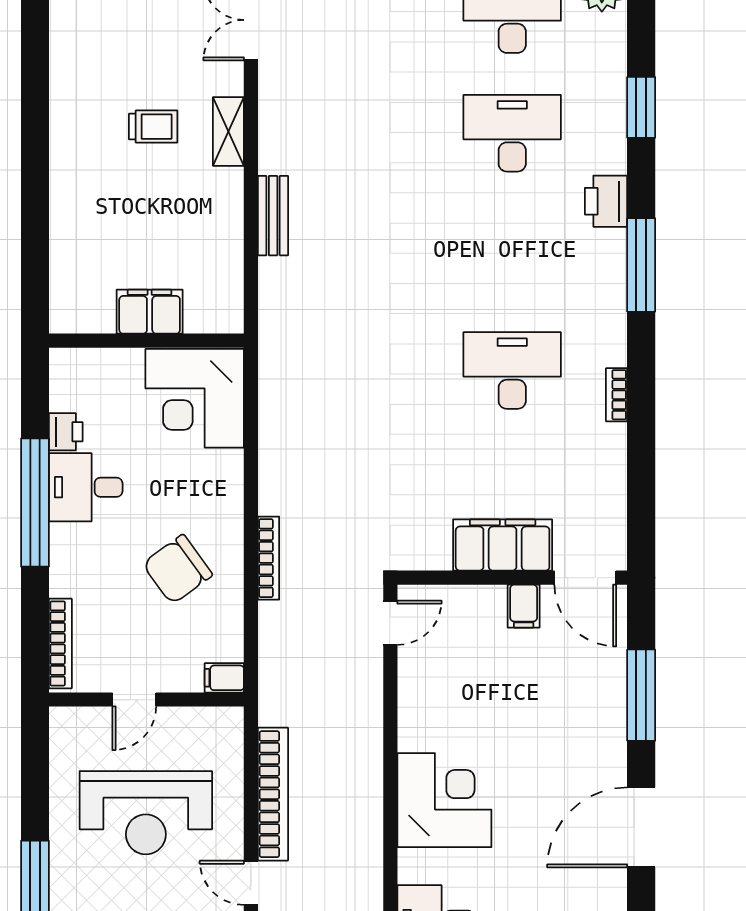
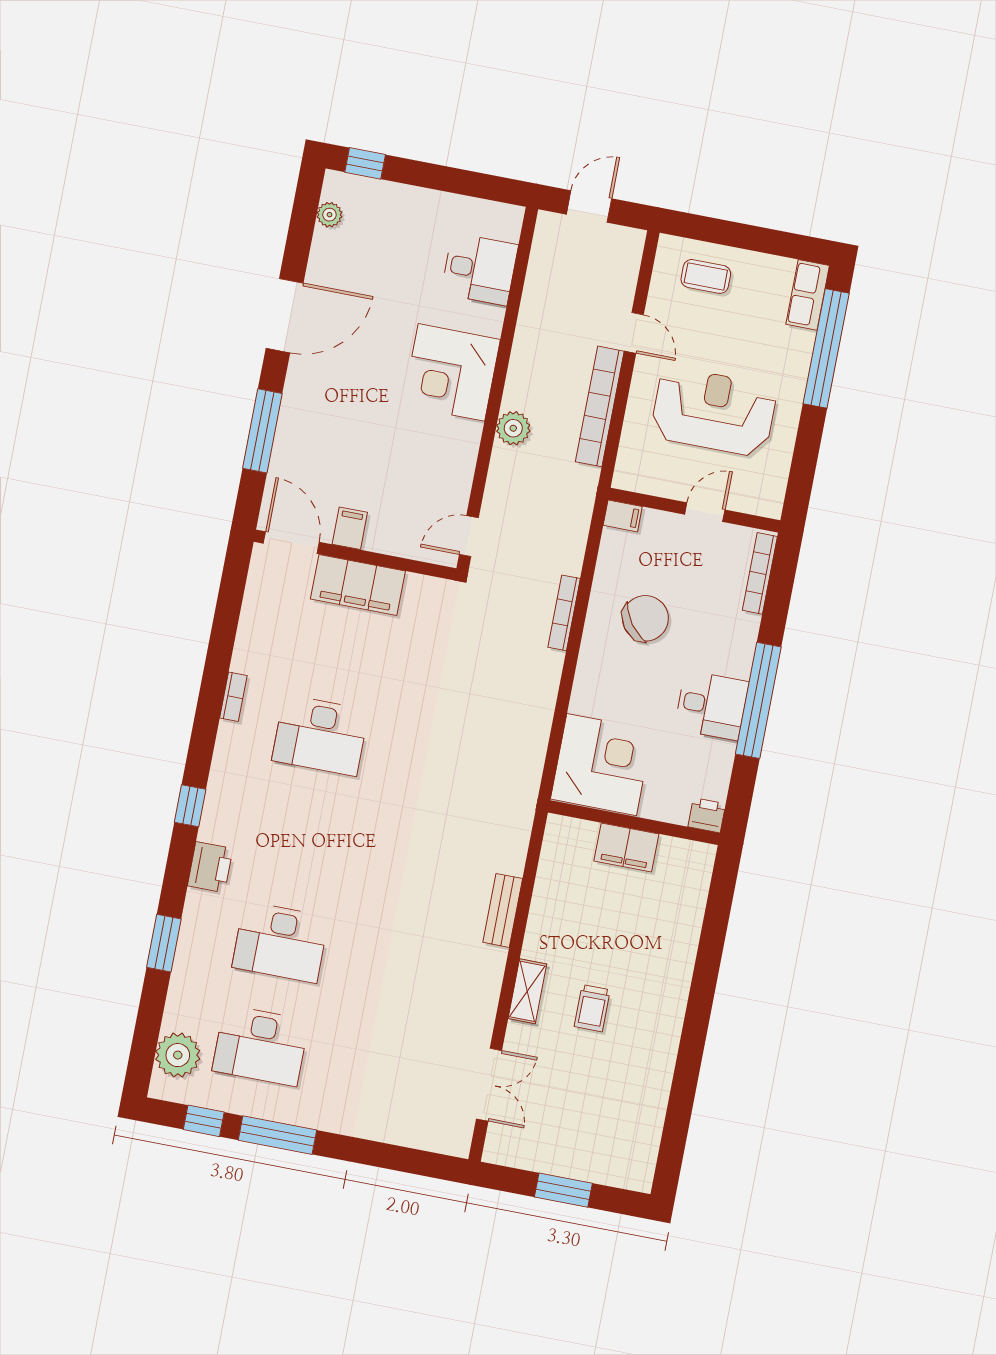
trolley: (153, 127) -> (592, 1008), turned -90
window: (641, 265) -> (190, 806), width x0.46
printer: (66, 432) -> (707, 815), moved, turned 90
plant: (364, 752) -> (513, 428), added

